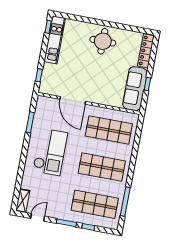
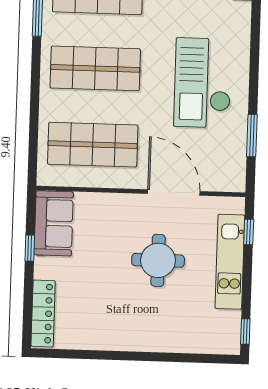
kitchen unit: (55, 40) -> (230, 262), moved
round table: (103, 41) -> (158, 260), moved
sofa: (135, 89) -> (54, 223), width x0.73

